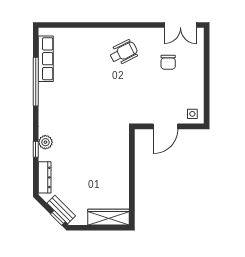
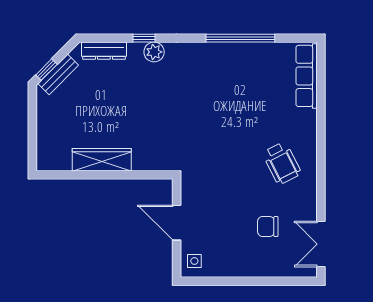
row of seats: (46, 59) -> (307, 76), moved, turned 90
wardrobe: (108, 217) -> (102, 160), moved, turned -90

